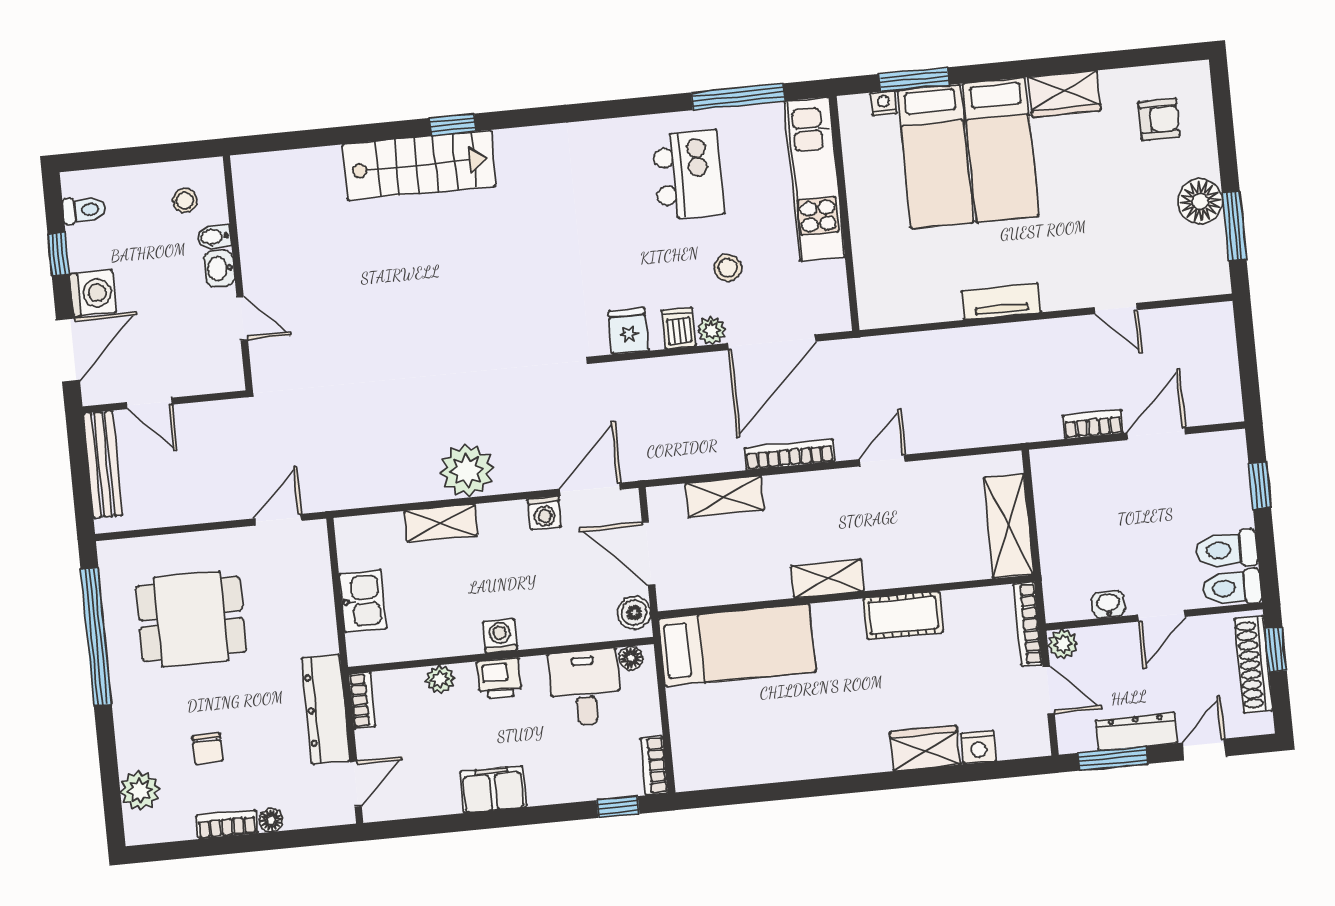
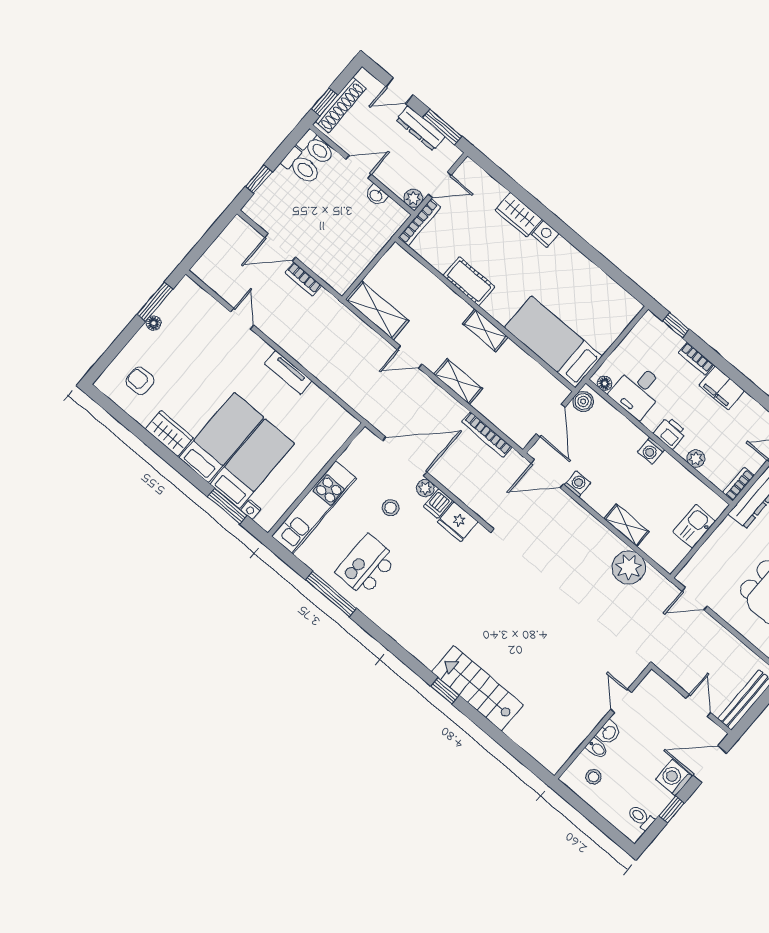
window: (738, 97) -> (331, 594), moved
floor lamp: (1200, 201) -> (154, 323), width x0.53, depth x0.53
fridge: (629, 331) -> (458, 522), width x1.38
bookcase: (789, 454) -> (487, 435), moved
plant: (467, 470) -> (629, 567), moved
shelving: (725, 497) -> (458, 381), moved
shelving: (1009, 526) -> (377, 310), moved, turned 90
door: (1049, 690) -> (440, 185), swing flipped
nightstand: (979, 747) -> (545, 234), moved
bookcase: (654, 766) -> (696, 359), moved, turned 90

